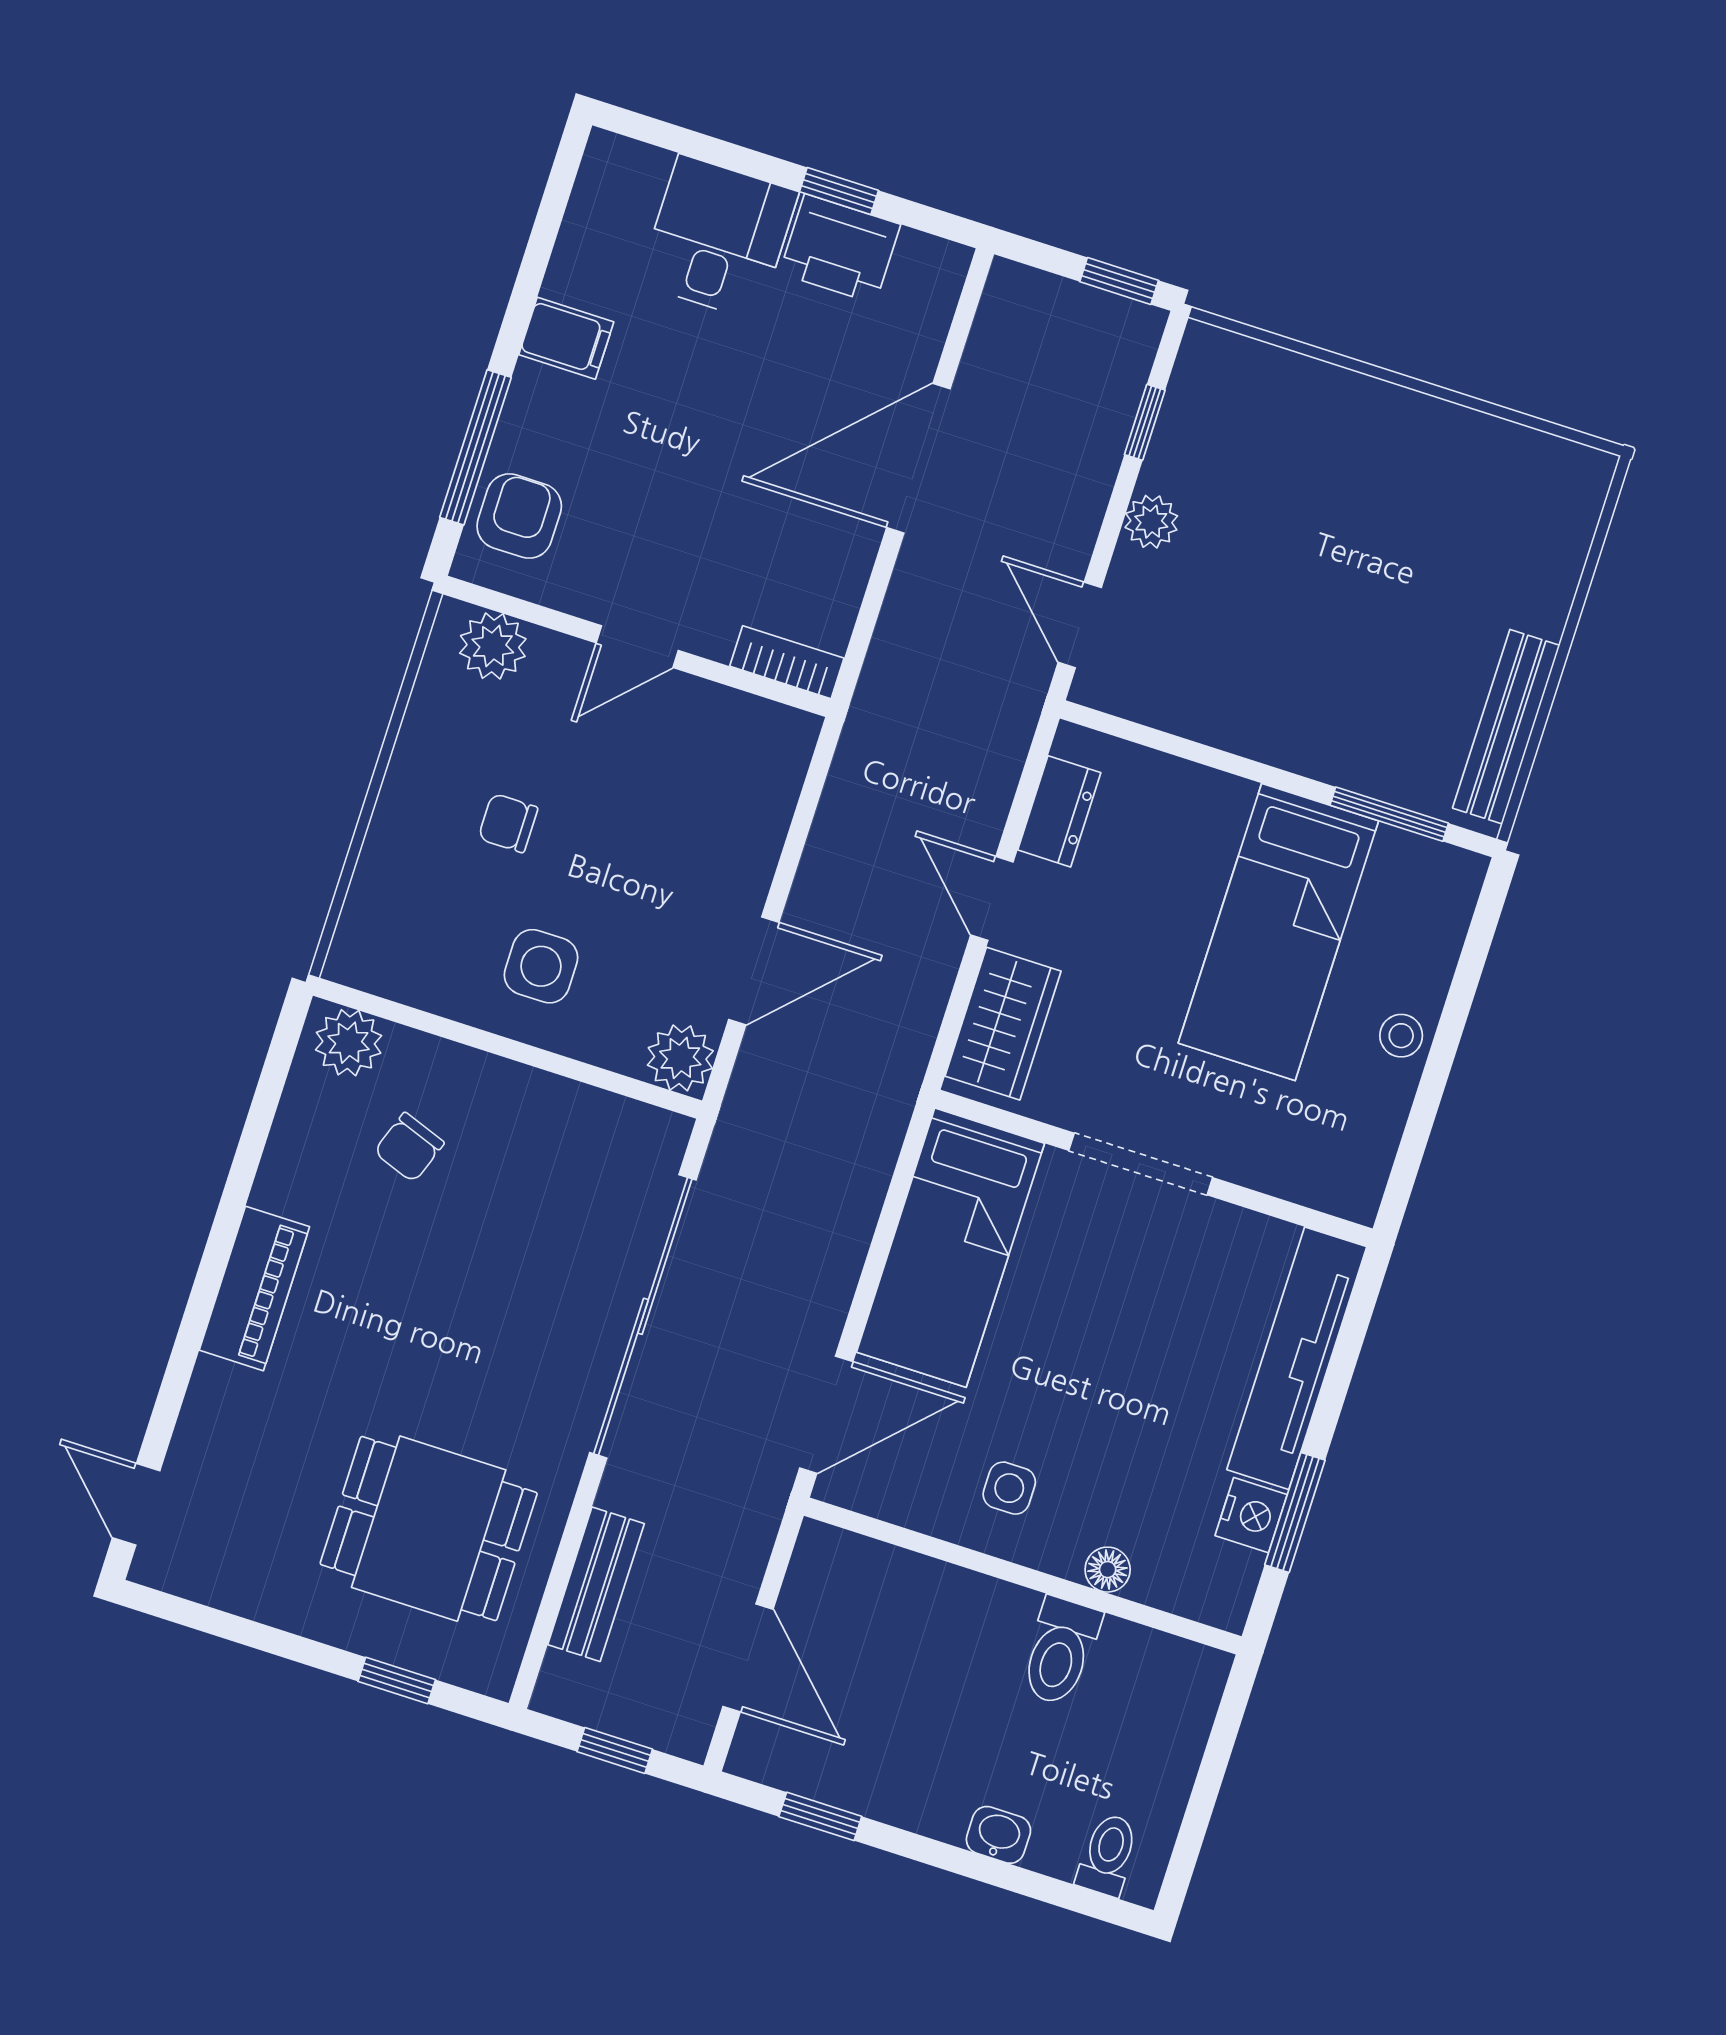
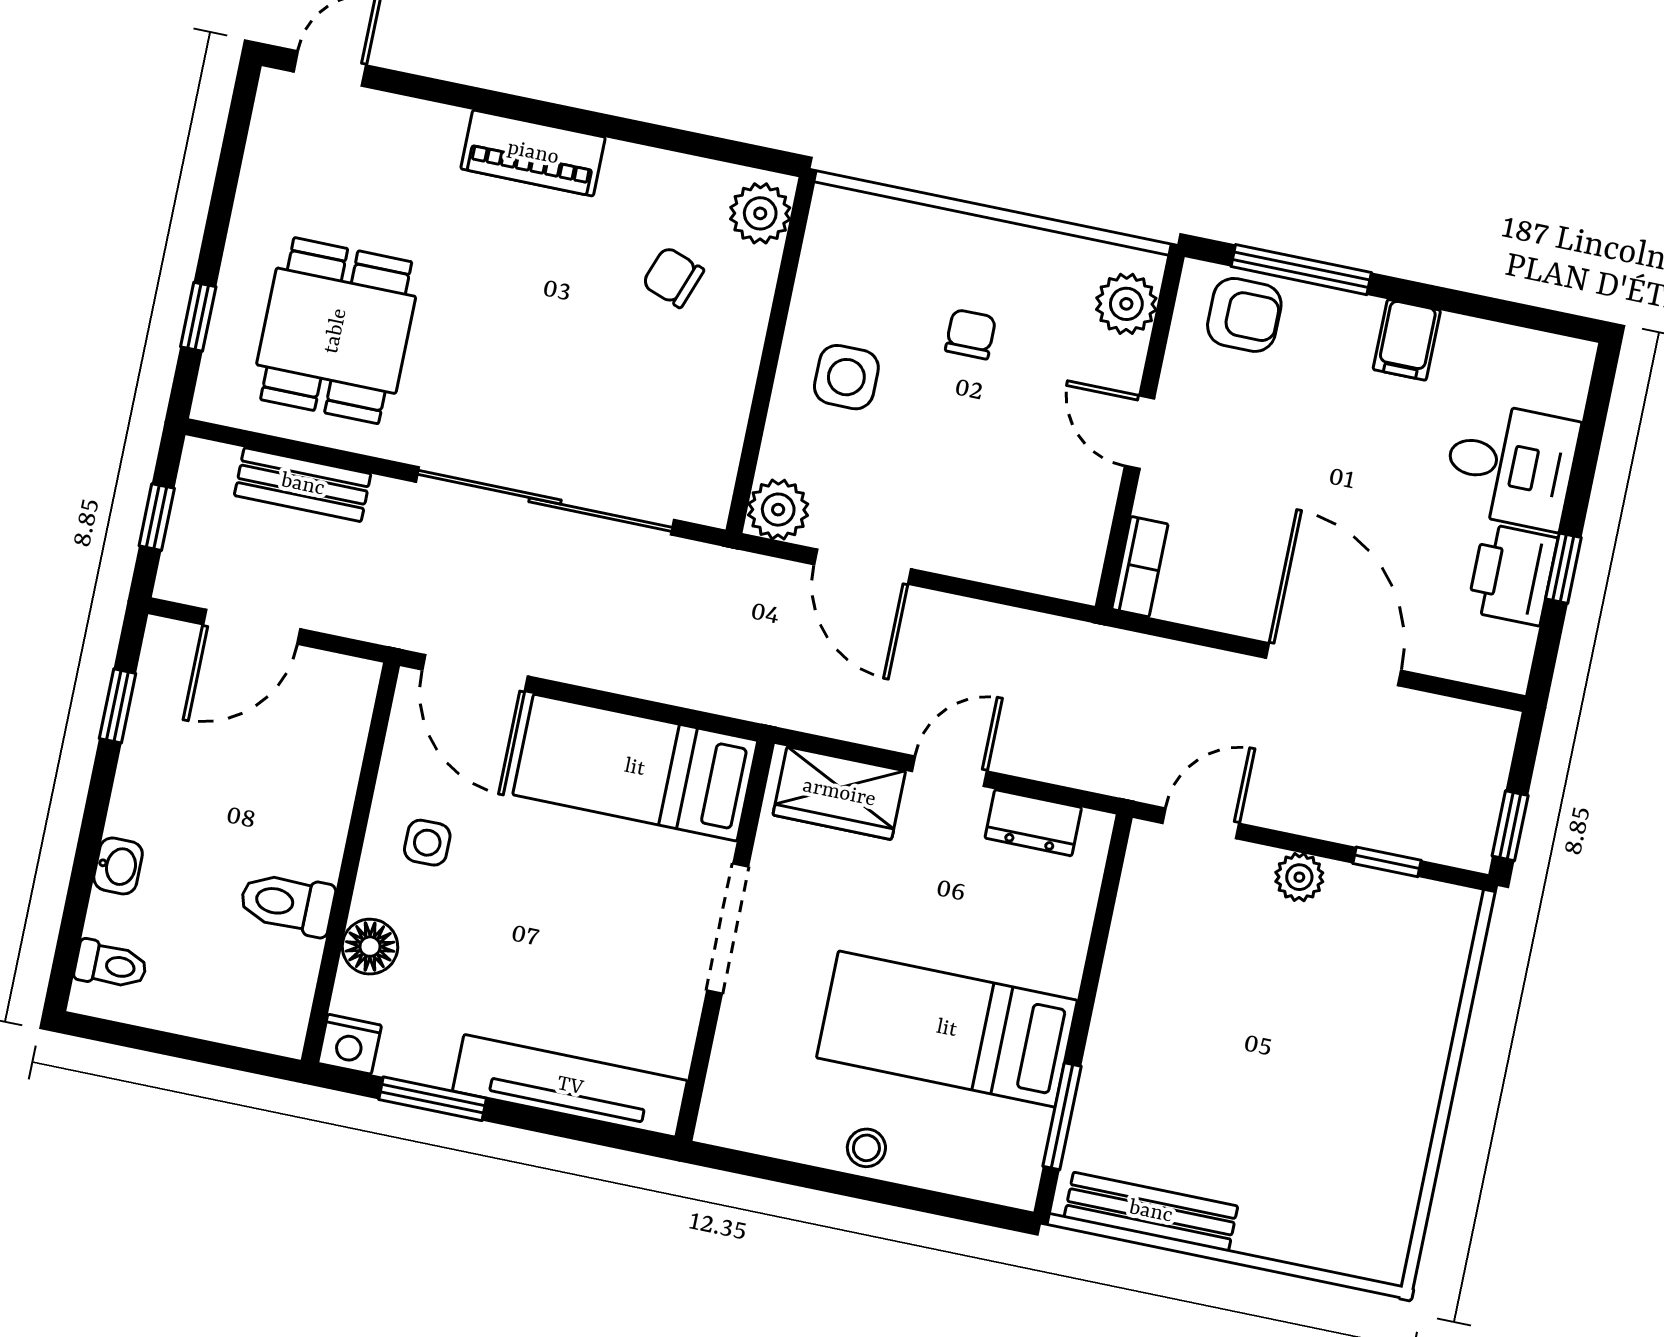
nightstand: (1251, 1515) -> (350, 1044), moved
floor lamp: (1108, 1570) -> (370, 947), width x1.37, depth x1.37

